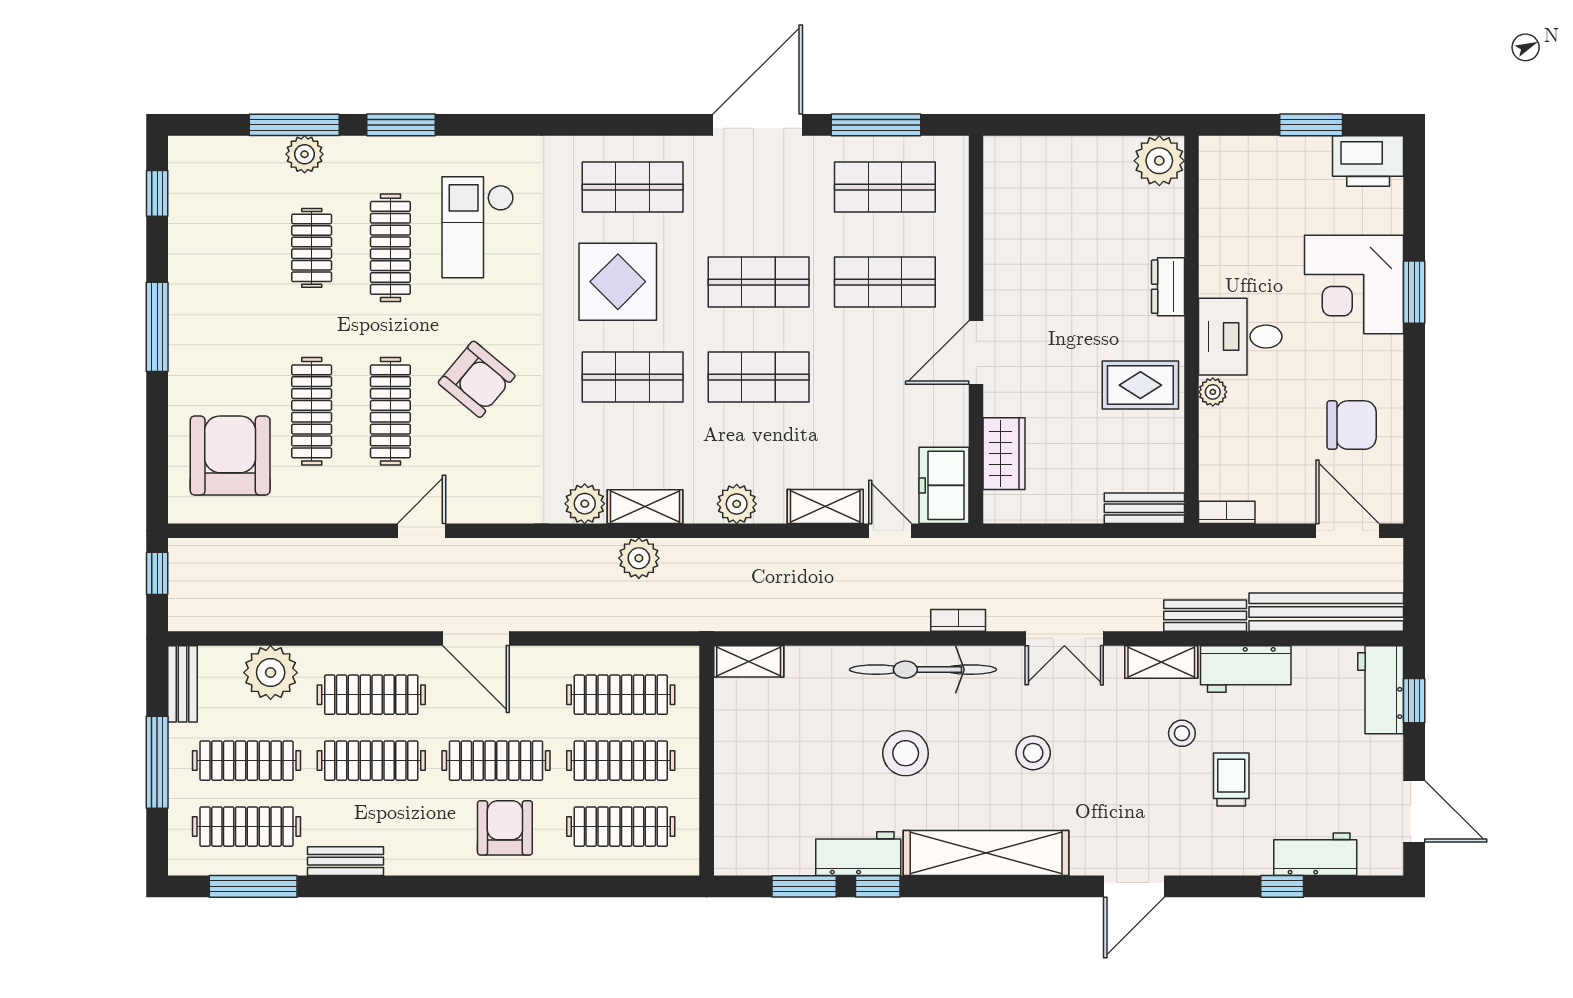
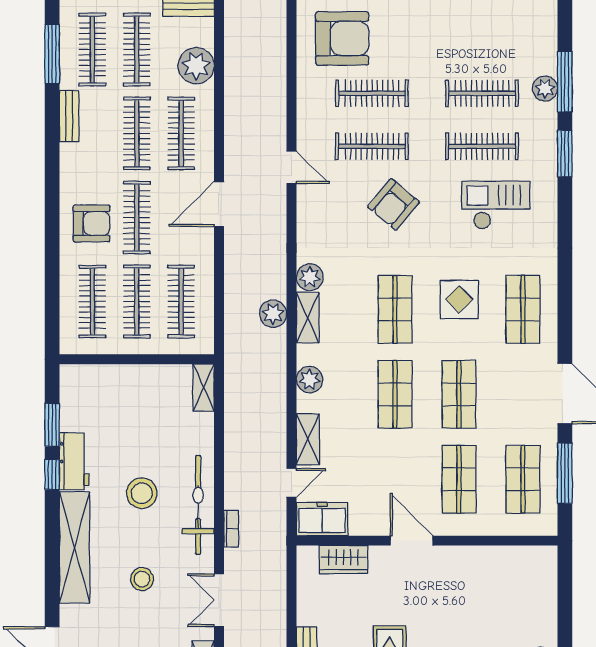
clothes rail: (312, 248) -> (482, 93), width x1.36
display table: (618, 282) -> (459, 299), width x0.73, depth x0.73

